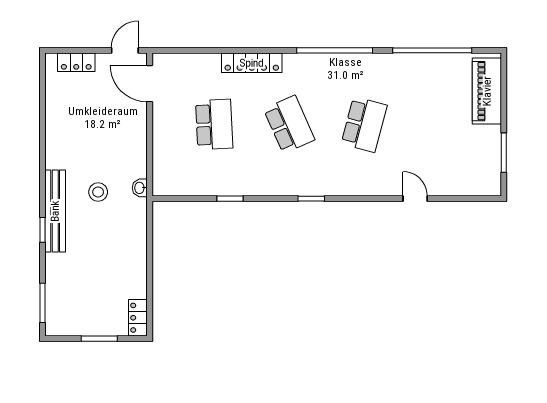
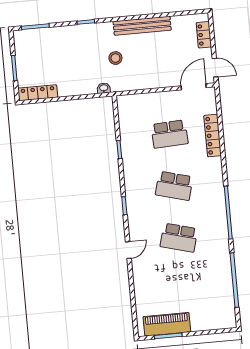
locker: (252, 63) -> (213, 136), moved
piano: (487, 91) -> (167, 324), moved
school desk: (289, 124) -> (174, 186), turned 39
washbasin: (140, 188) -> (104, 88), moved
door: (415, 199) -> (128, 250), moved
bench: (55, 211) -> (142, 26), moved
locker: (138, 318) -> (38, 93), width x1.53

